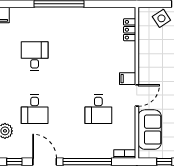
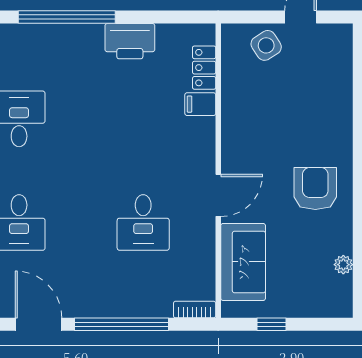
printer: (91, 16) -> (130, 41), added
filing cabinet: (128, 79) -> (200, 104), moved

